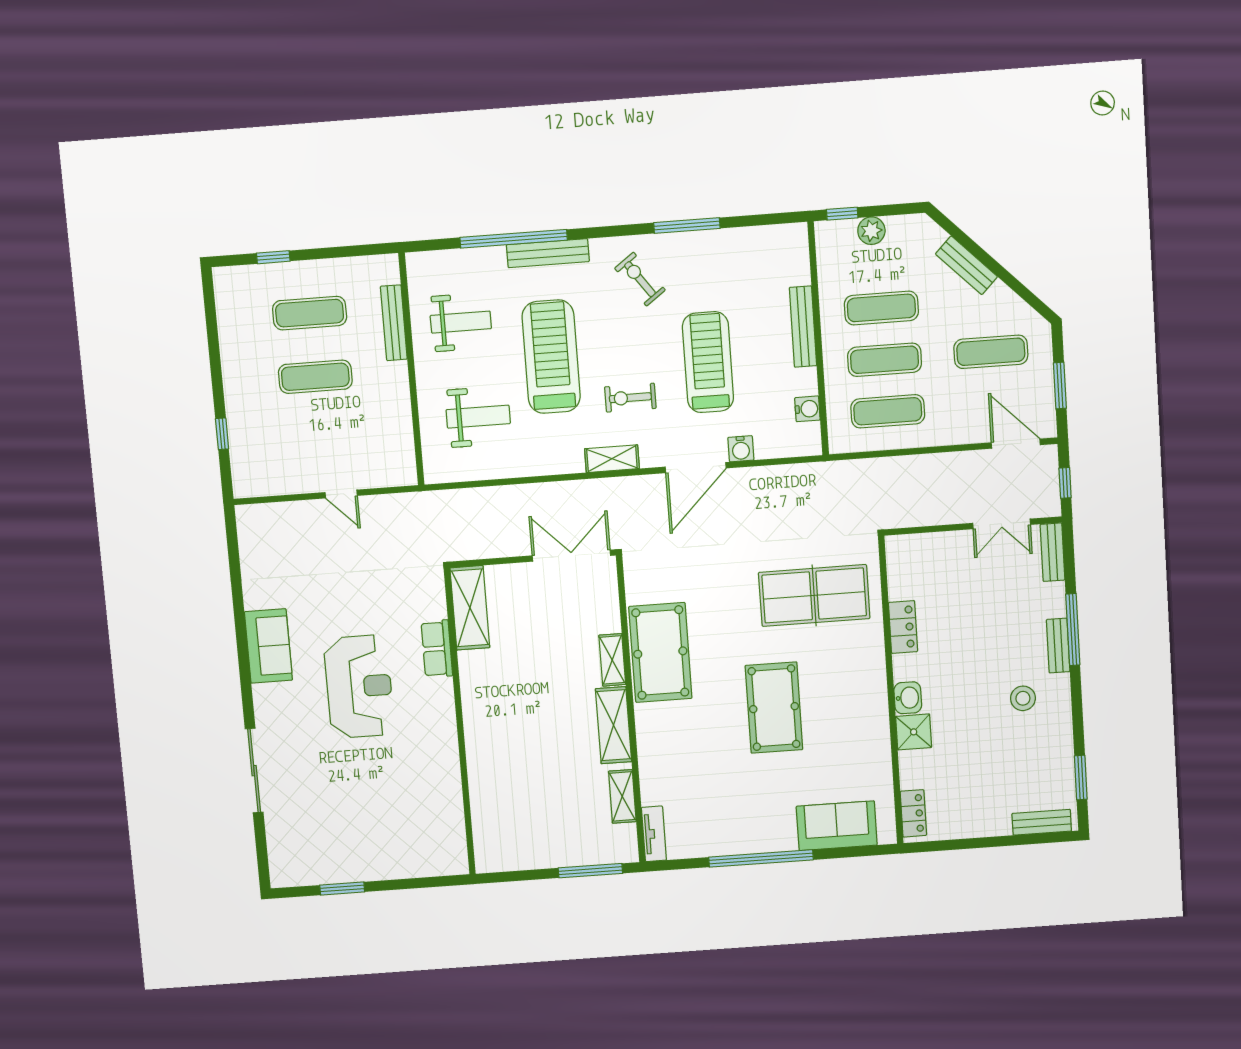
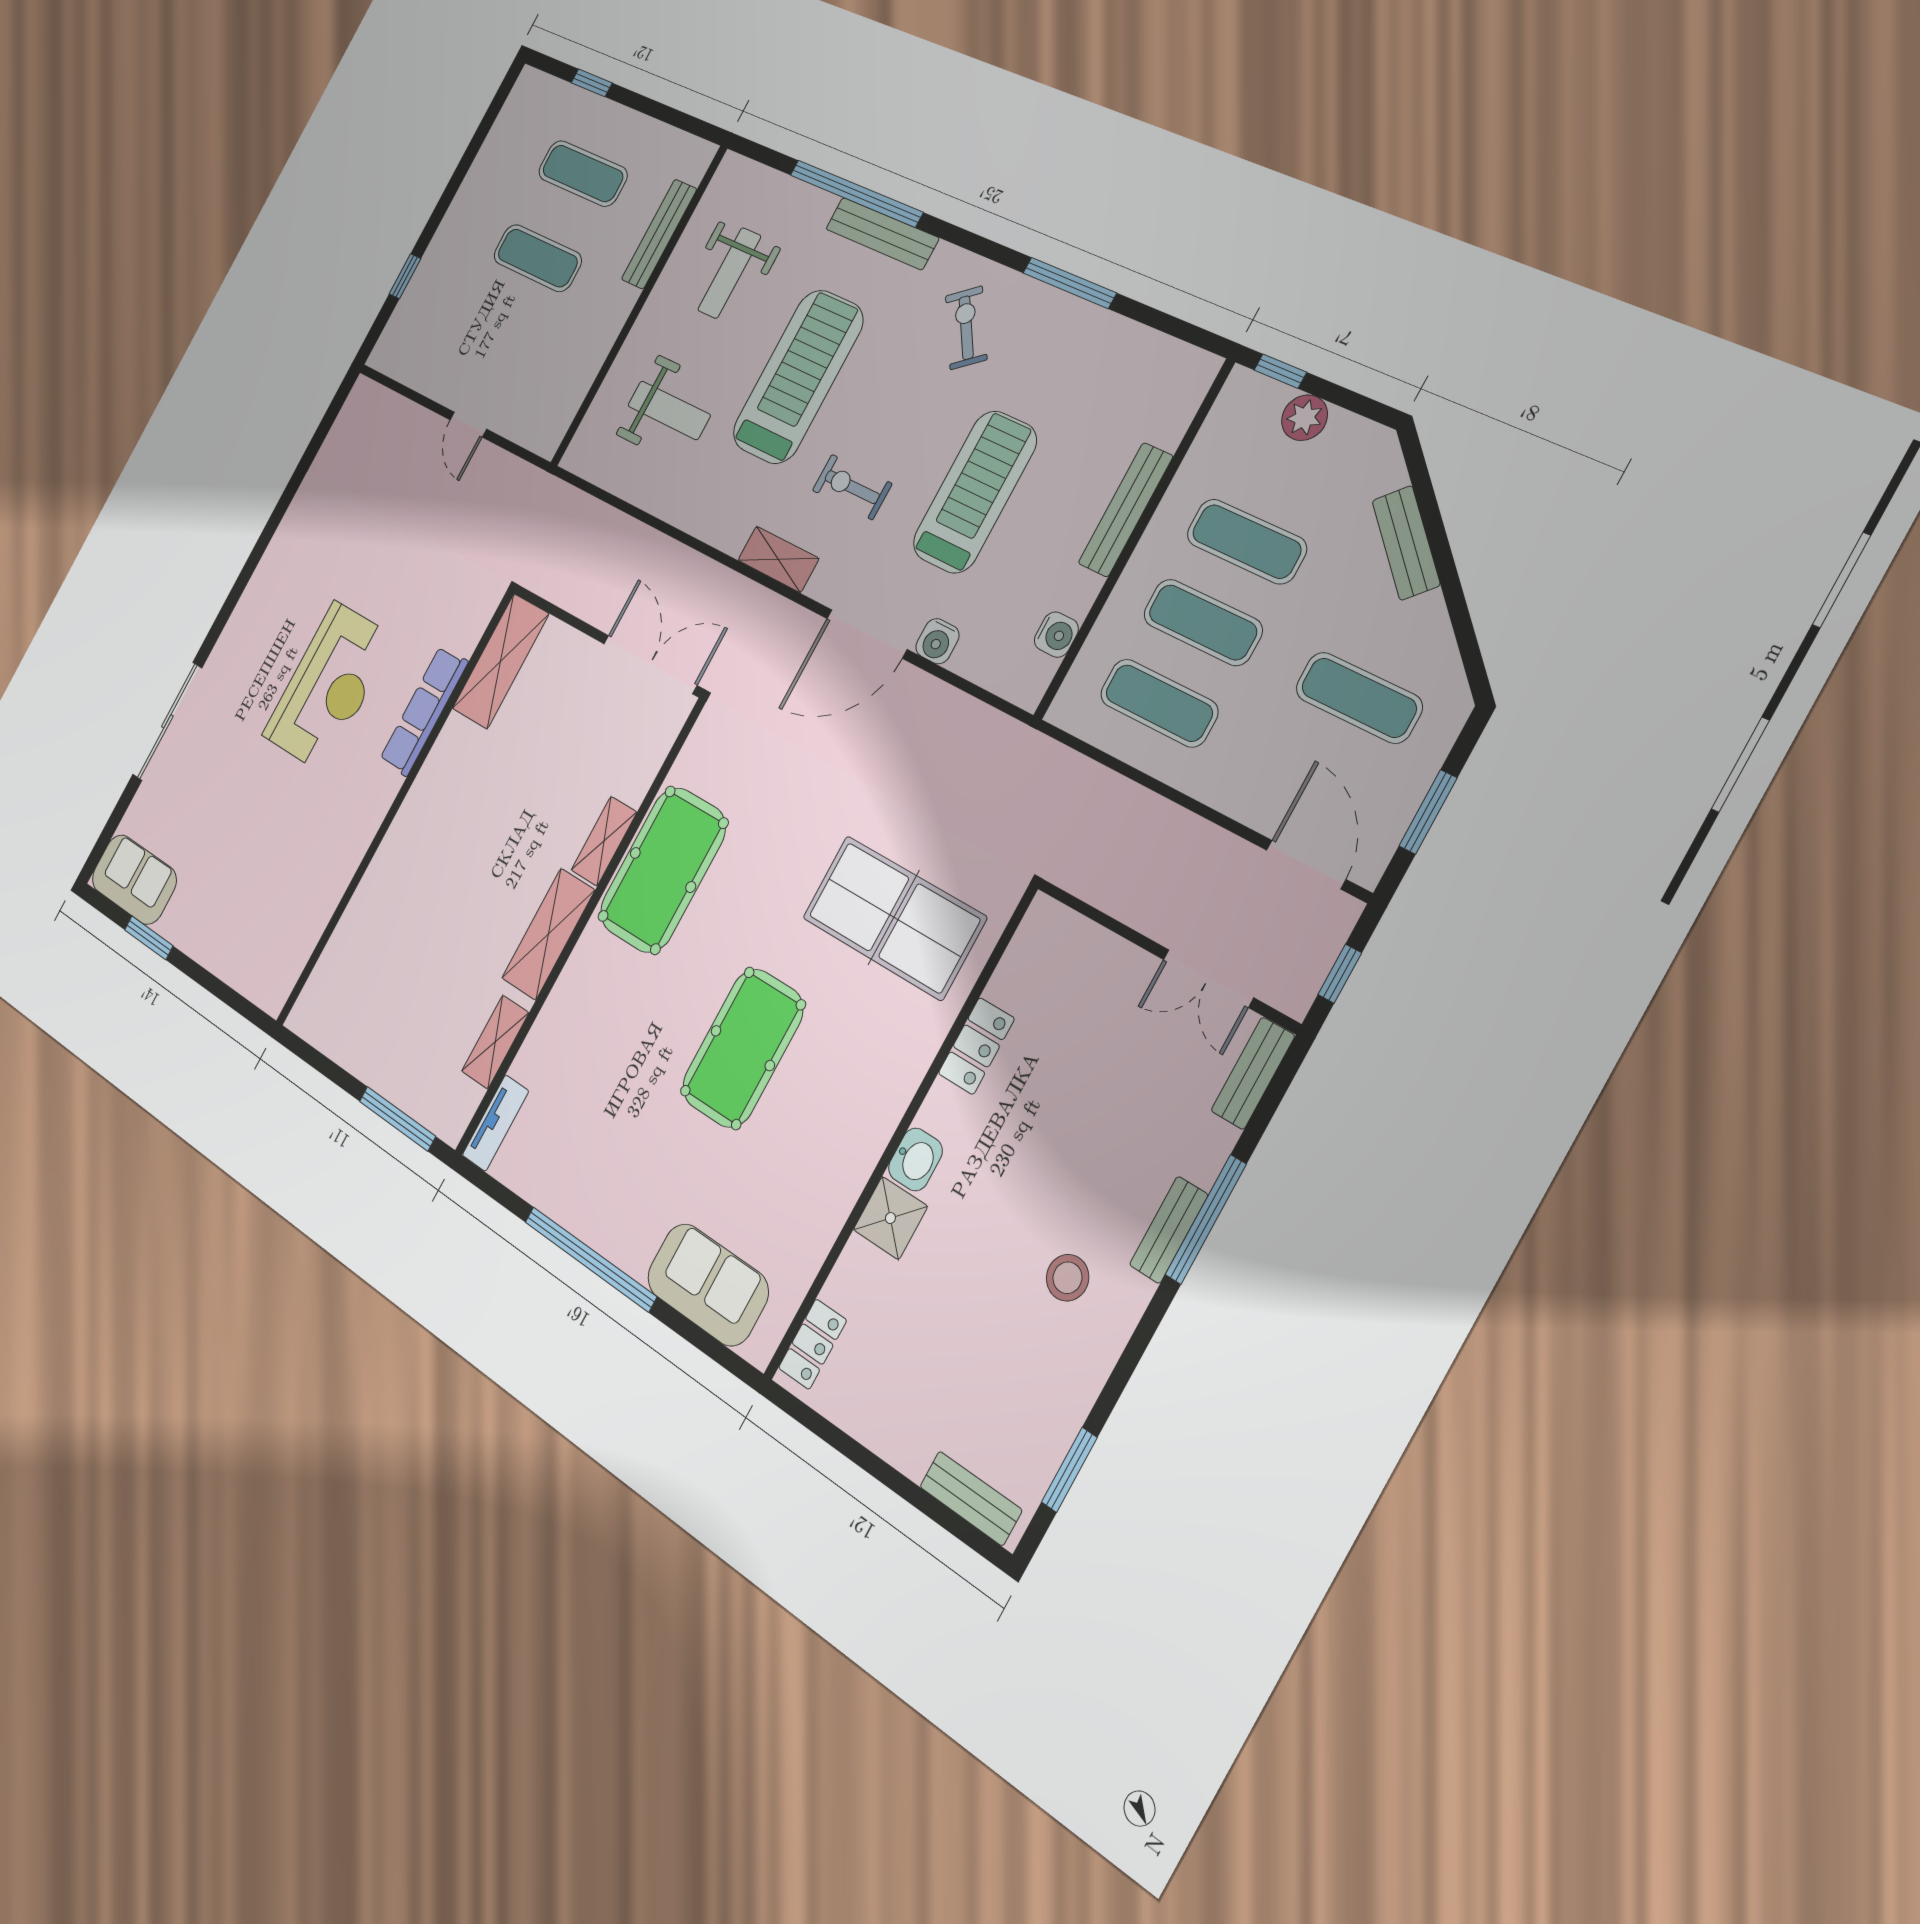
weight bench: (461, 322) -> (729, 273), turned 90
sofa: (268, 646) -> (134, 879), moved, turned -90
row of seats: (437, 649) -> (424, 711), width x1.48

